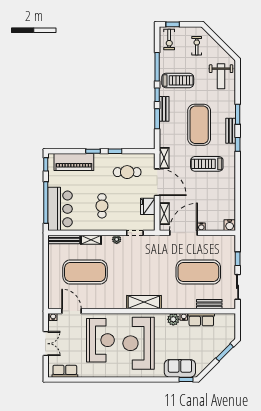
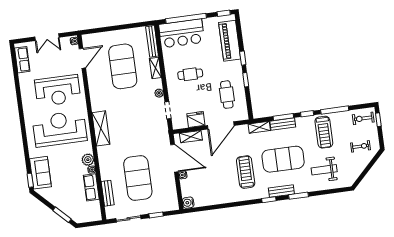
weight bench: (221, 76) -> (324, 170), moved
bench: (164, 109) -> (283, 124), moved
shelving: (164, 158) -> (259, 127), moved

